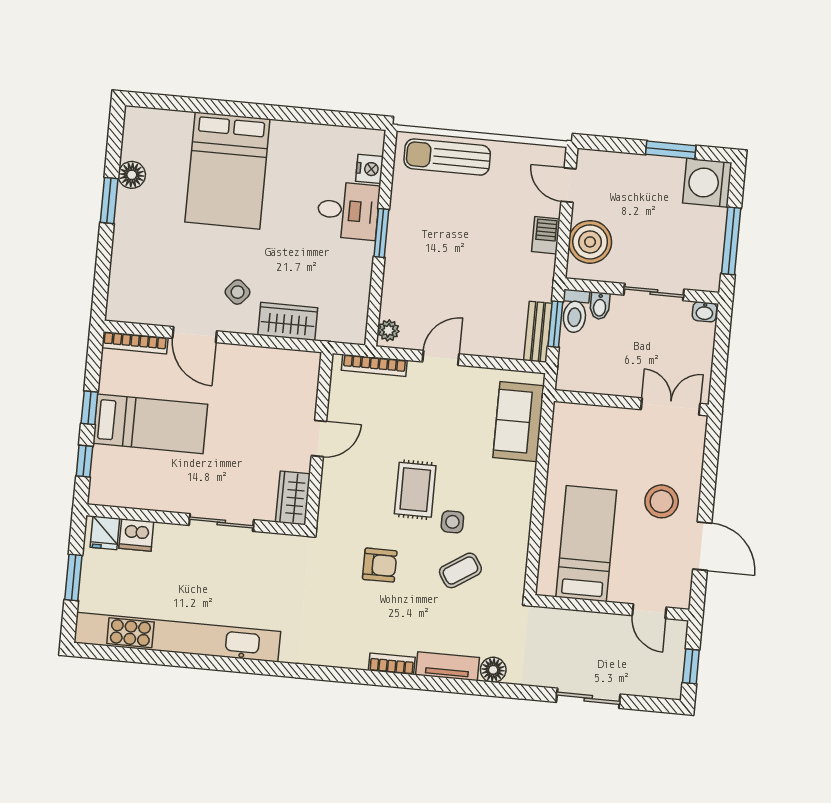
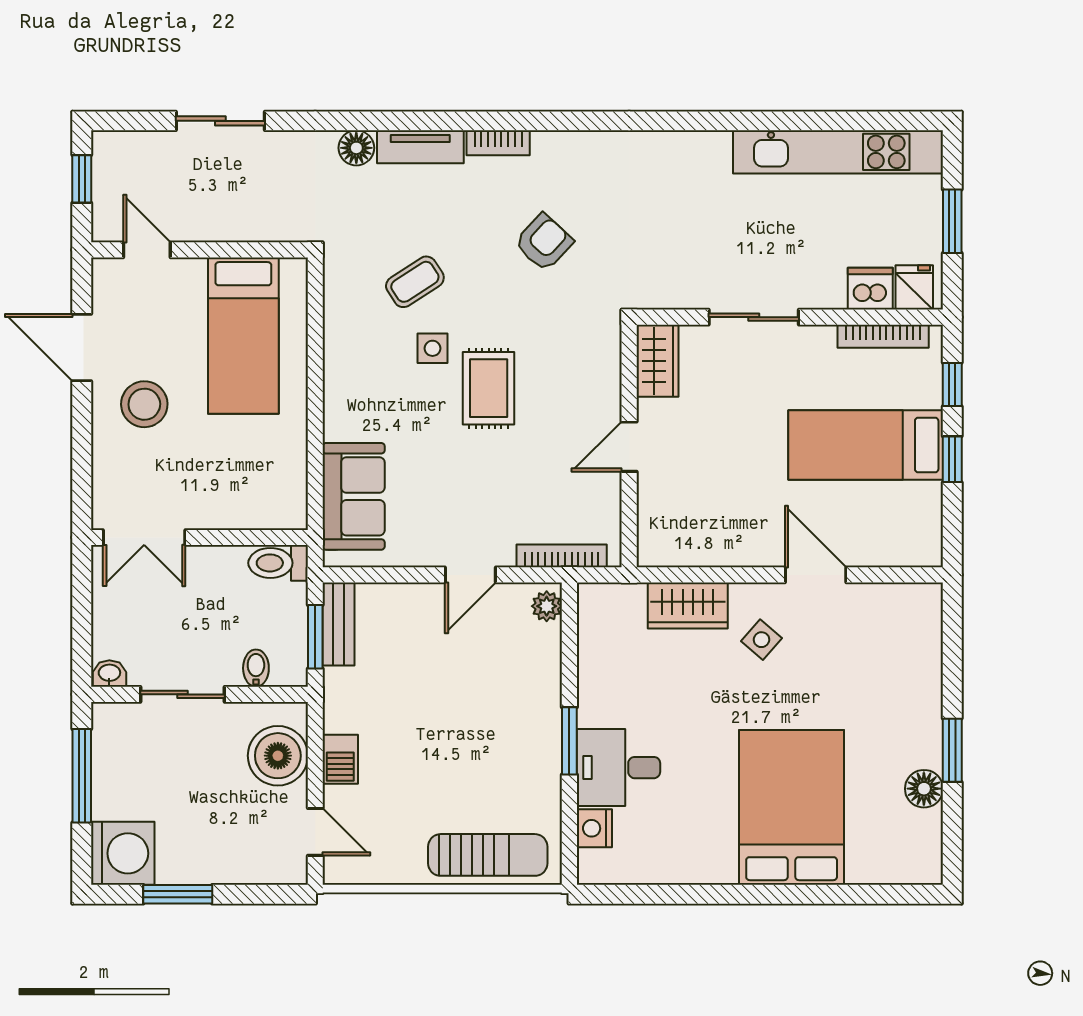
toilet: (575, 311) -> (278, 563), moved, turned -90
bookcase: (135, 343) -> (883, 336), moved, turned 180
armchair: (380, 565) -> (544, 242), moved, turned 133
kitchen unit: (177, 637) -> (838, 152), width x0.73

